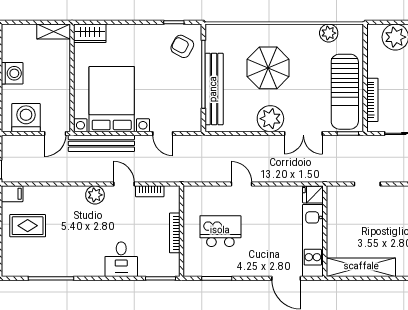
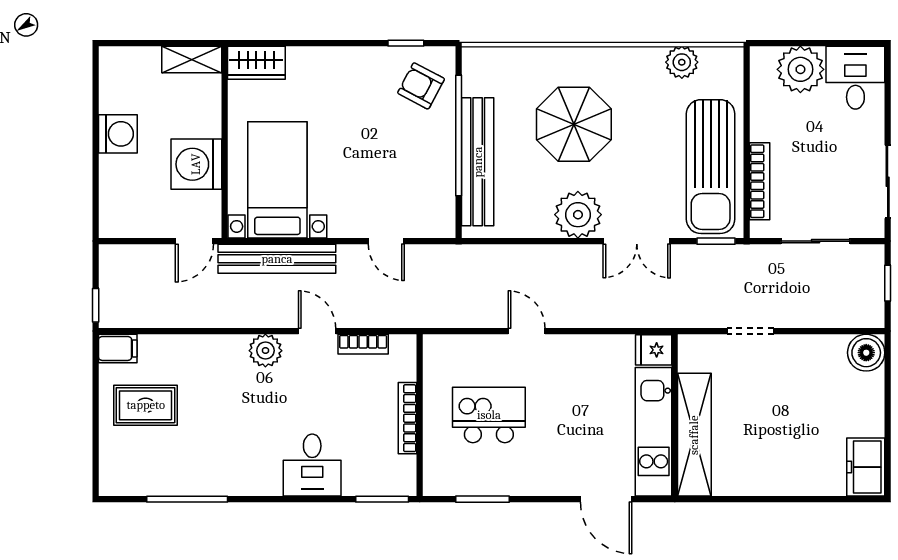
bed with nightstands: (112, 99) -> (277, 180), width x0.73
washing machine: (26, 118) -> (196, 164), moved, turned -90
shelving: (361, 267) -> (694, 435), moved, turned 90

